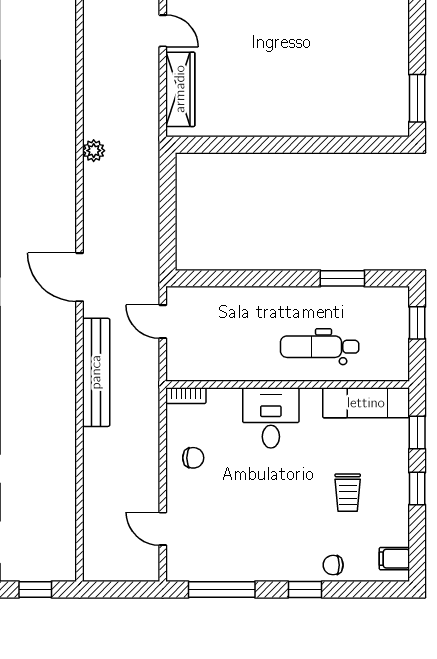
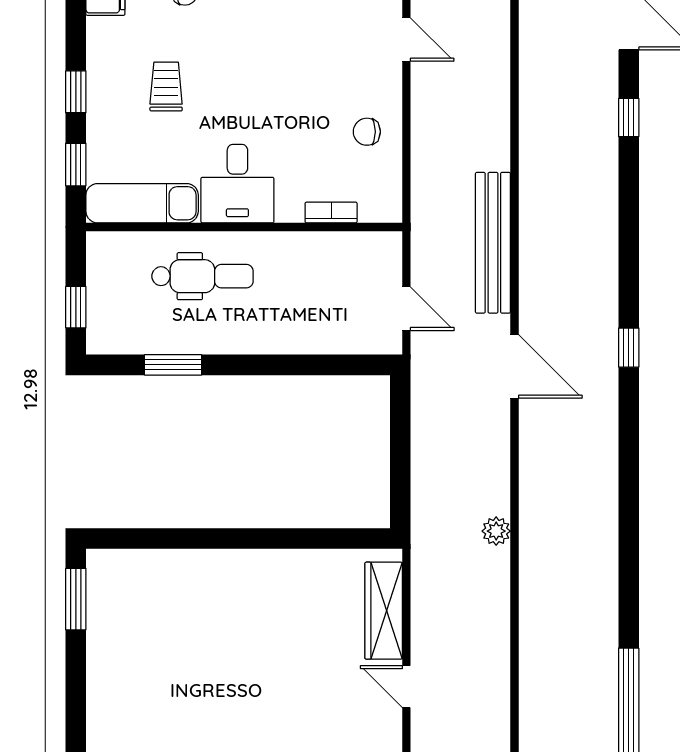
bookcase: (186, 396) -> (331, 213), moved
desk: (271, 418) -> (237, 184), moved

